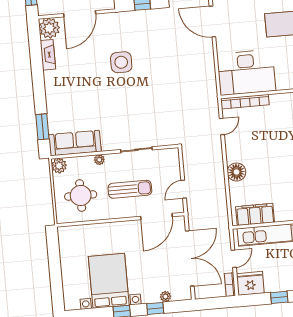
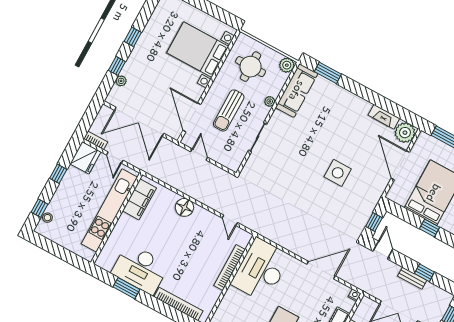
bookcase: (245, 102) -> (230, 268), moved
bed with nightstands: (109, 281) -> (198, 50), moved, turned 180

